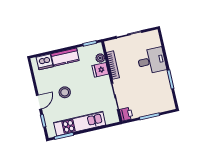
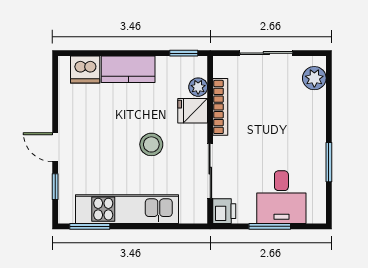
plant: (154, 41) -> (314, 78), added
desk: (152, 61) -> (281, 197), moved, turned 90
stool: (65, 92) -> (151, 144), moved
door: (39, 102) -> (55, 147), swing flipped

